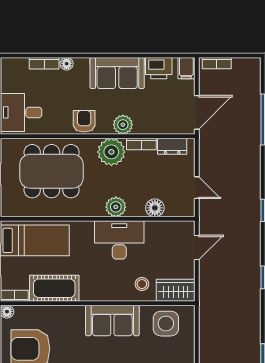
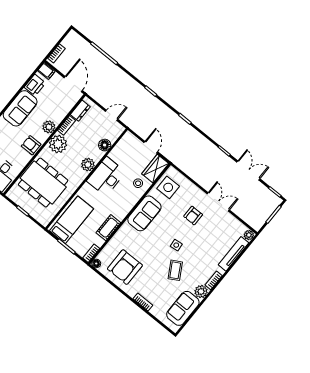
dining table: (52, 171) -> (43, 183), turned 90
door: (197, 248) -> (151, 147), moved
cot: (54, 288) -> (108, 228), width x0.73, depth x0.75

